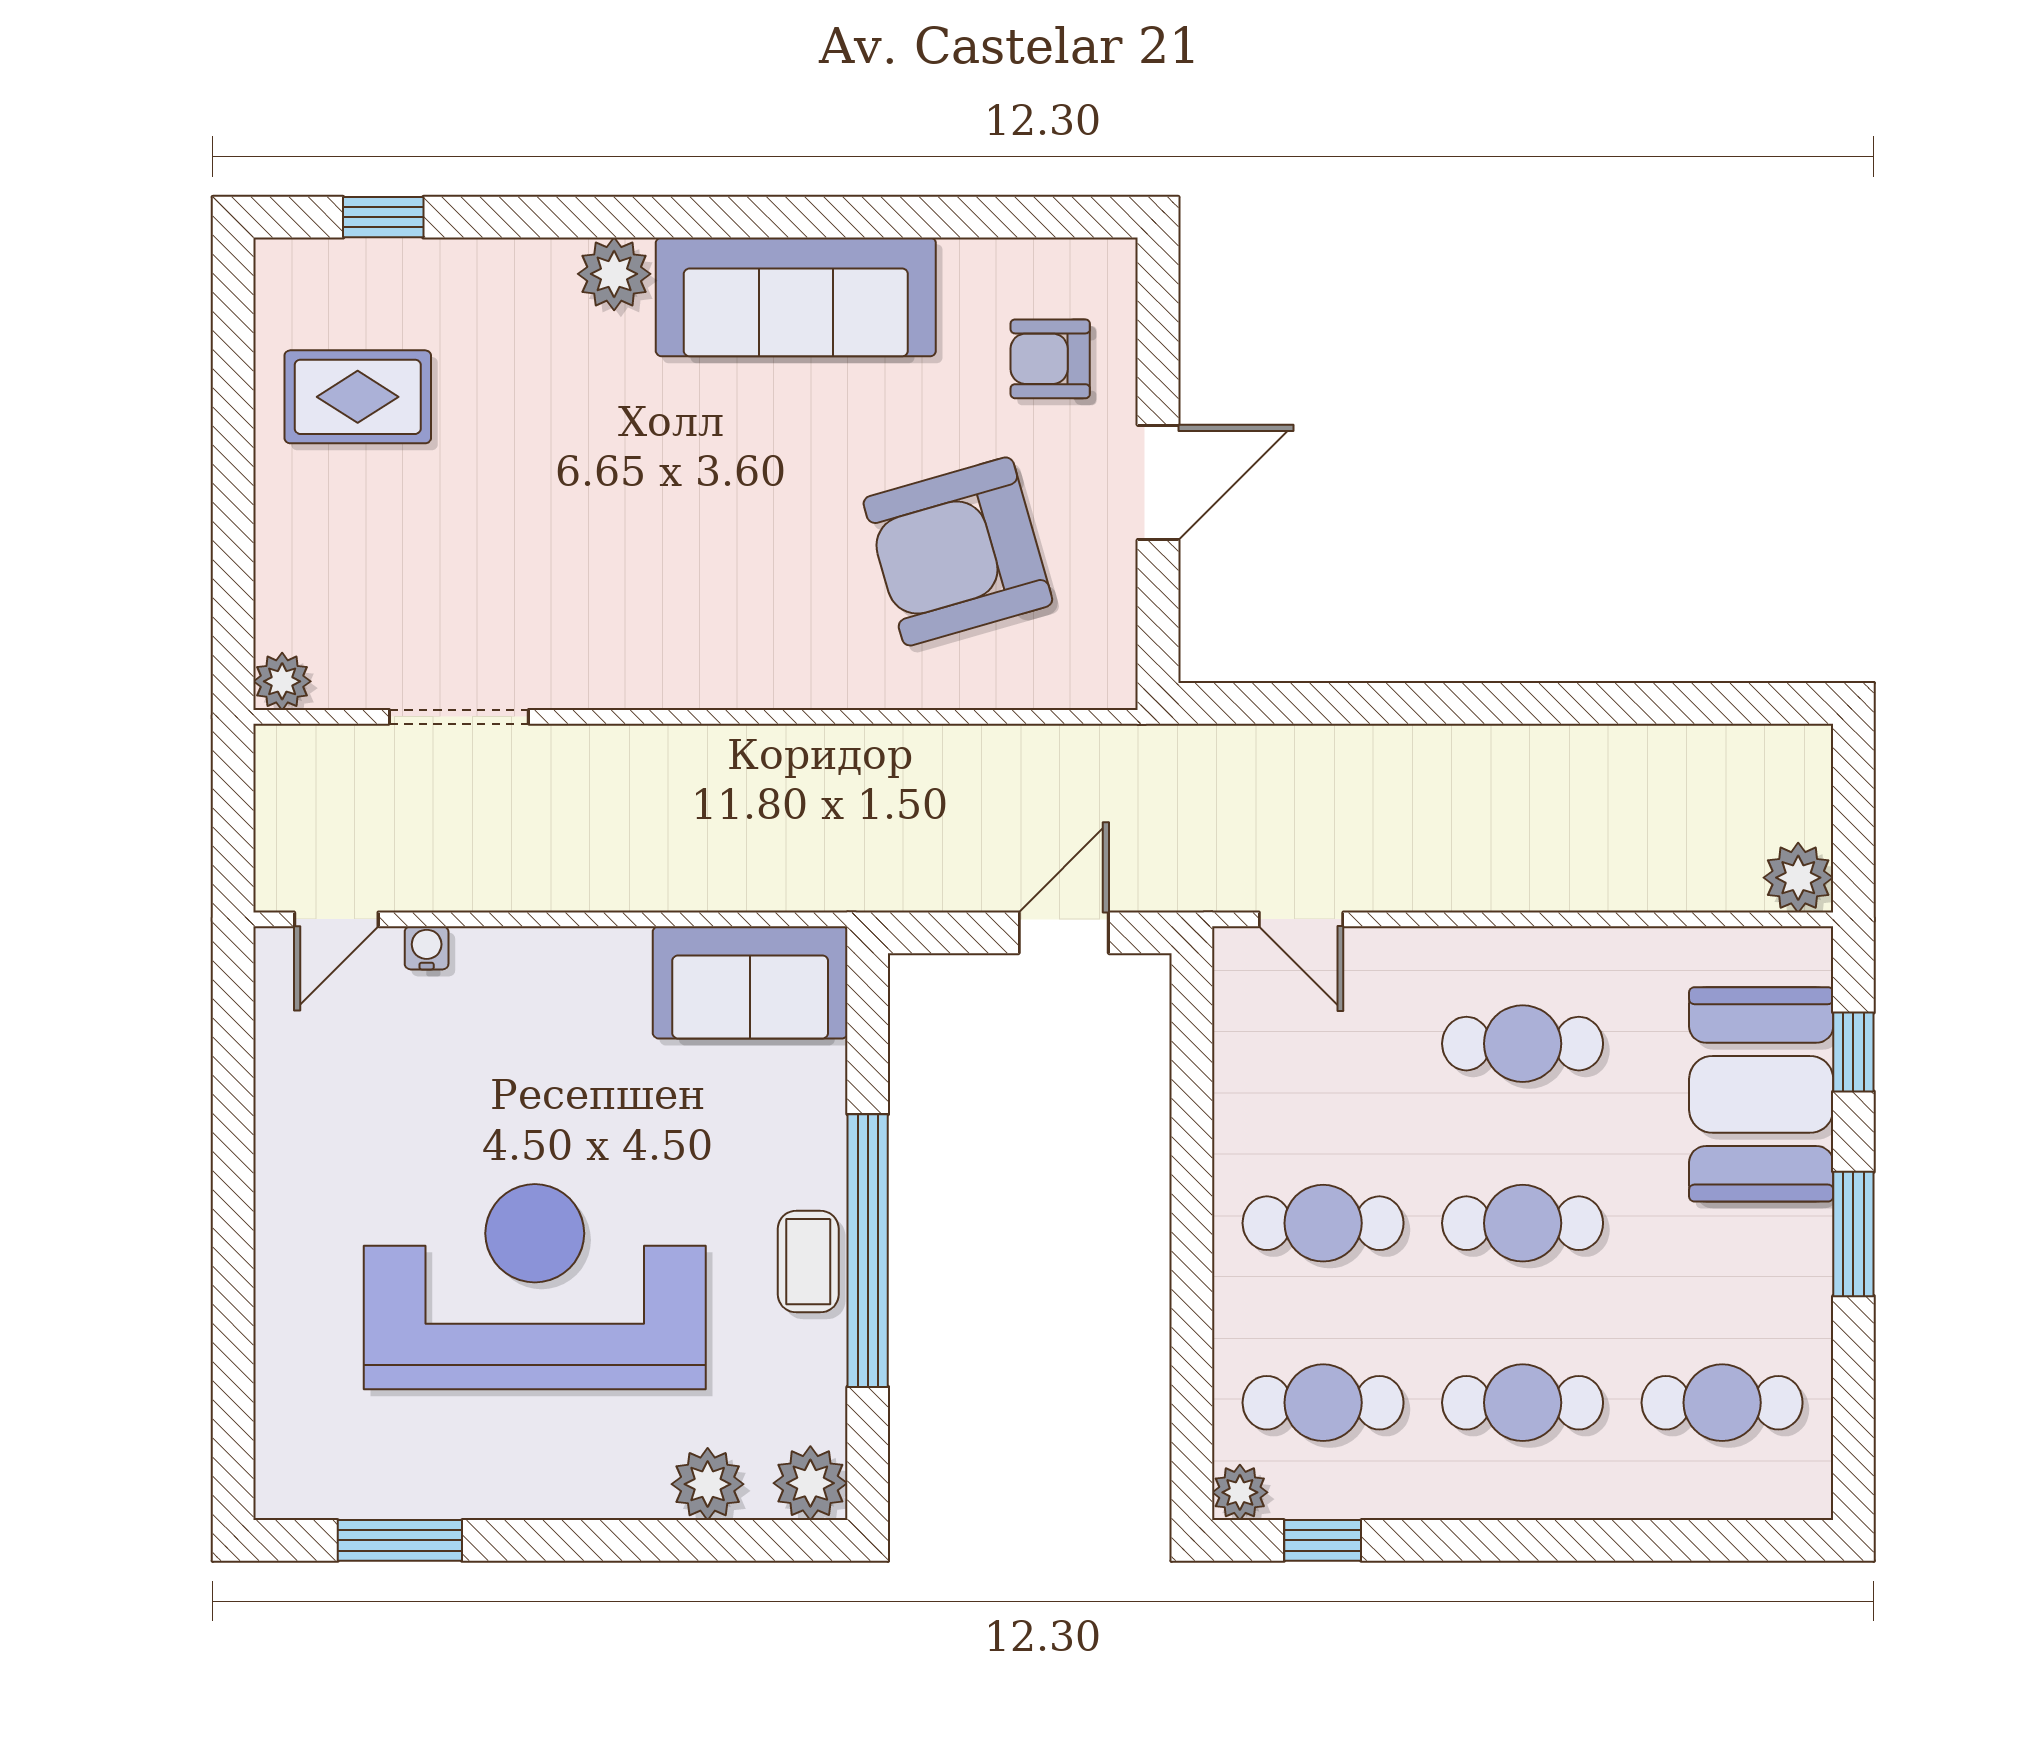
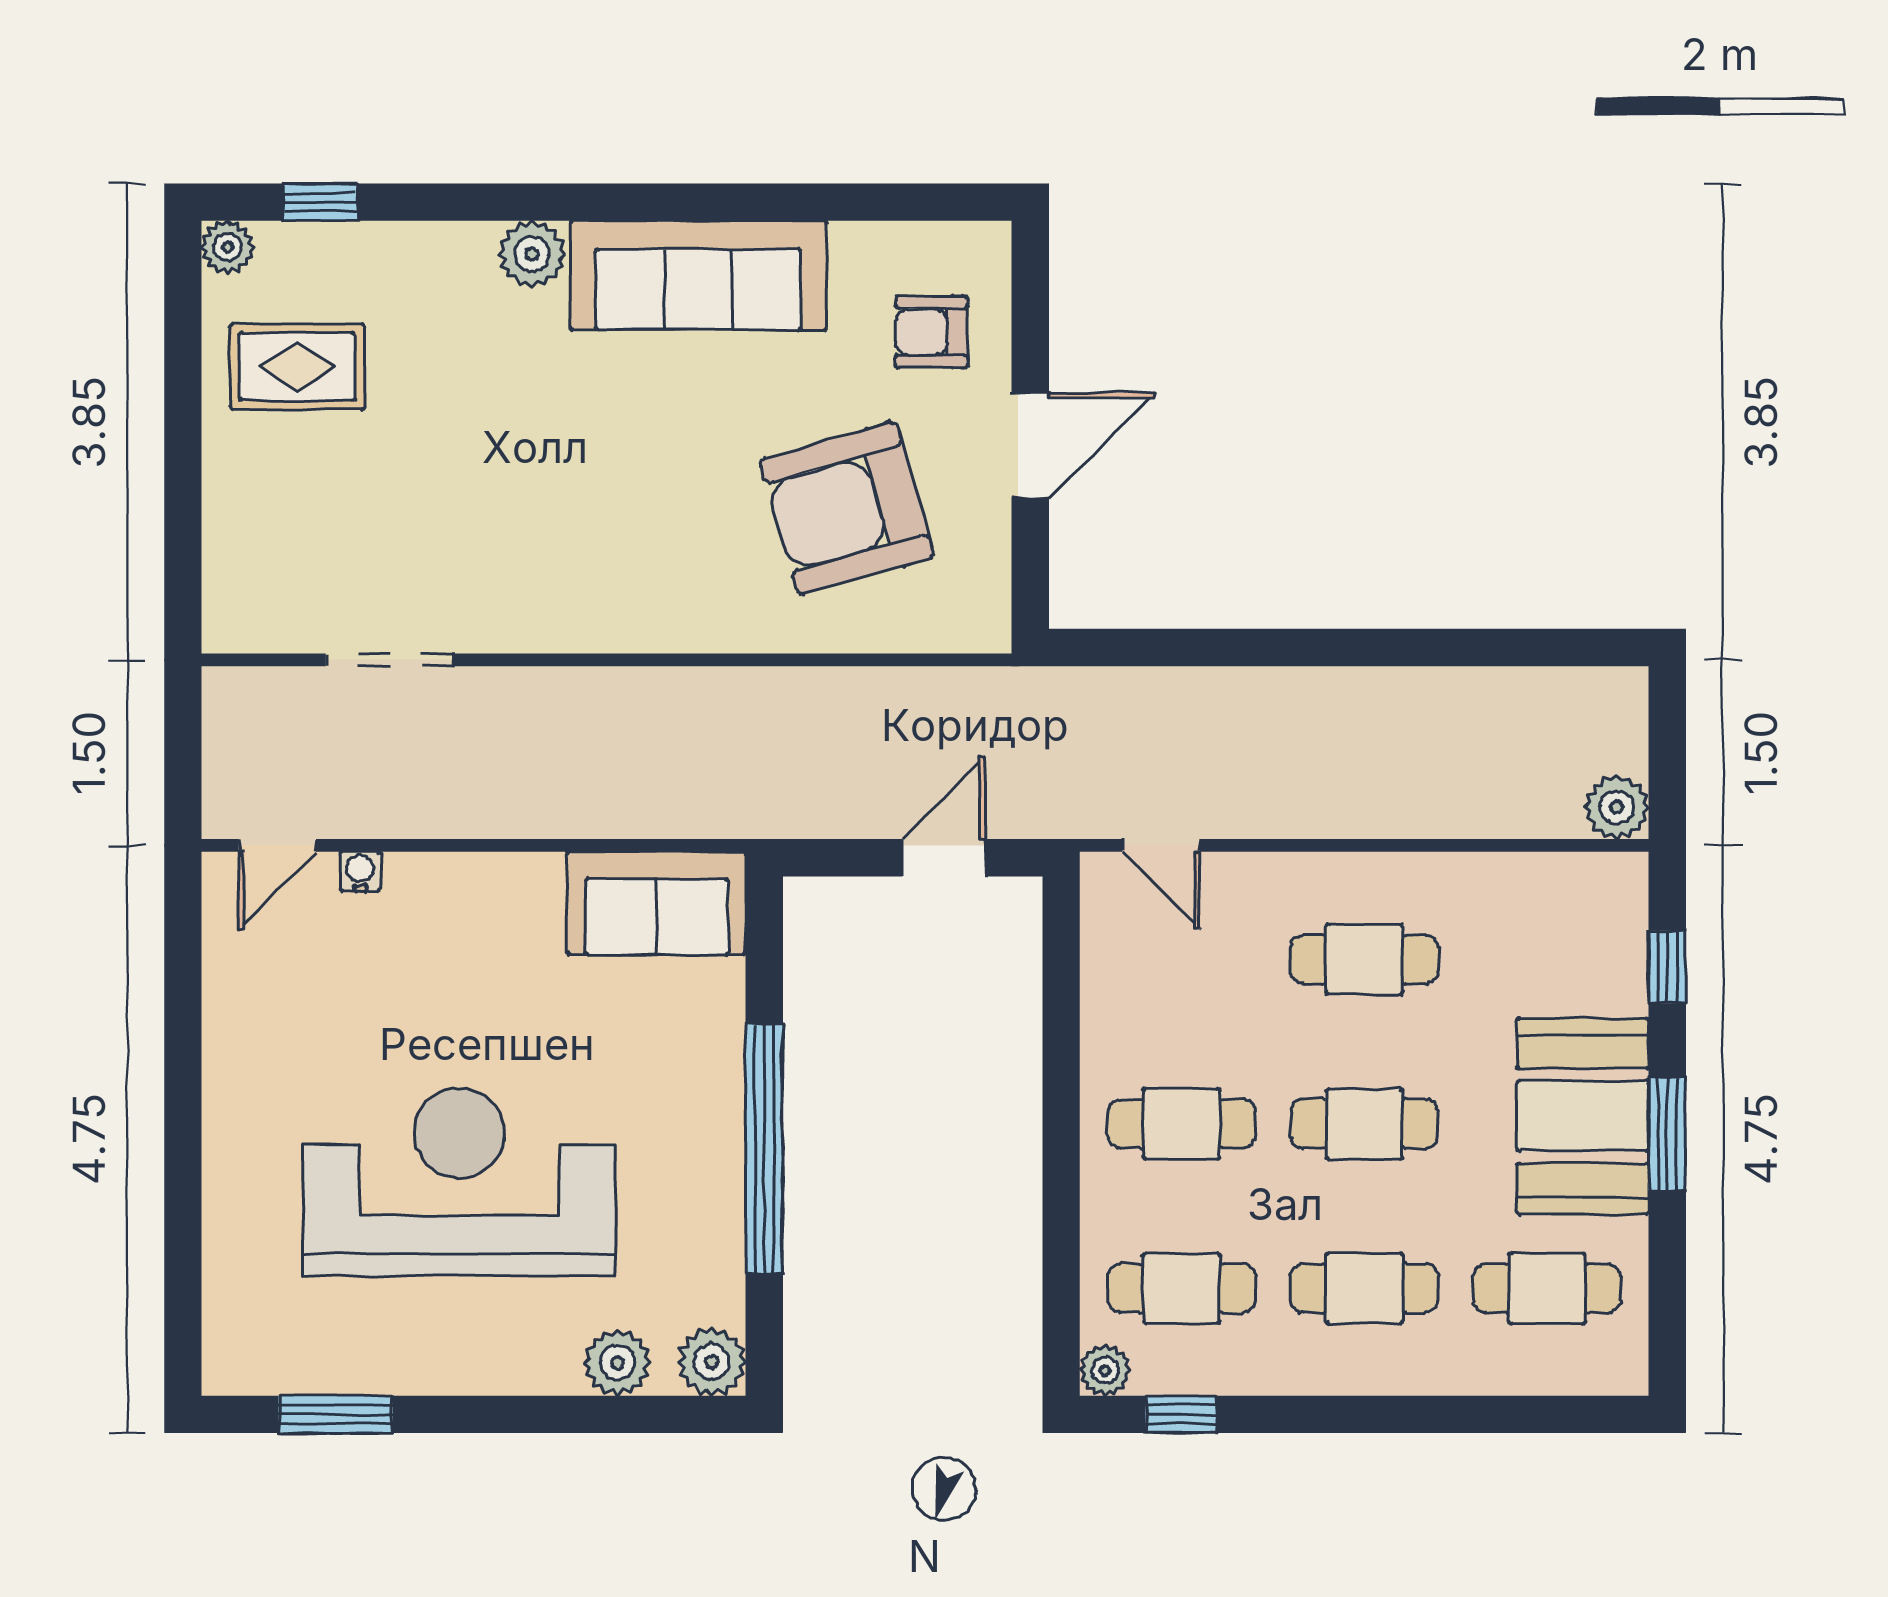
plant: (282, 681) -> (228, 247), moved
booth: (1761, 1094) -> (1583, 1116), moved
coffee table: (808, 1262) -> (710, 1159), removed

